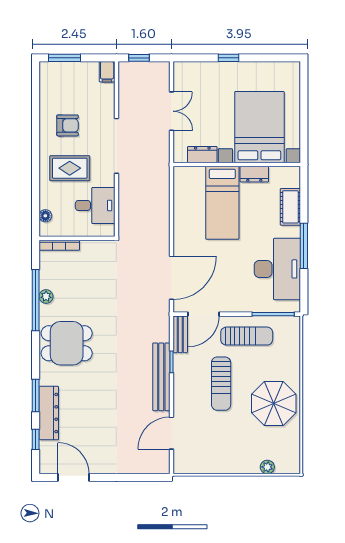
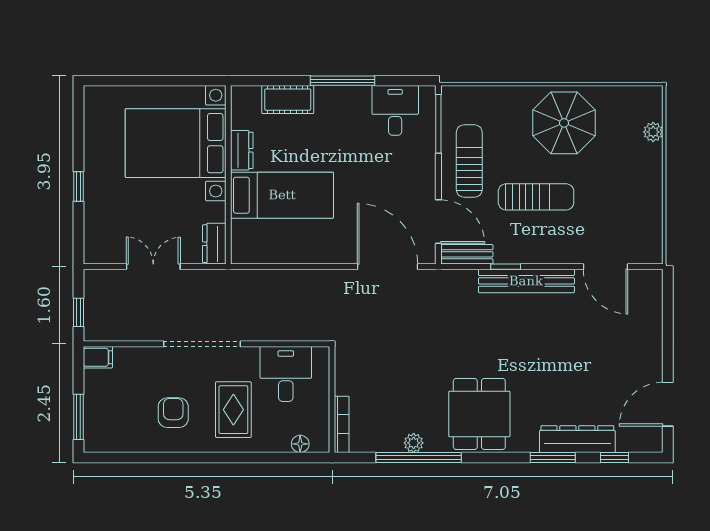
dresser: (202, 155) -> (214, 244), moved
desk: (277, 269) -> (395, 110), width x0.53, depth x0.77

